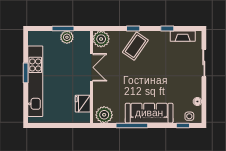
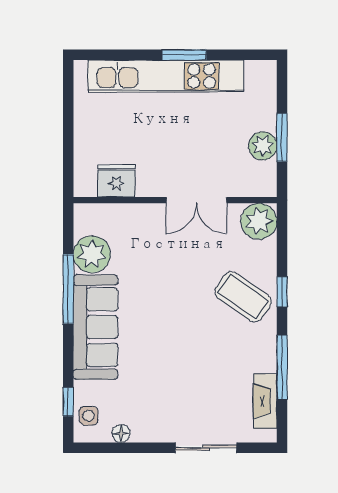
window: (167, 29) -> (282, 367), width x2.17
plant: (104, 115) -> (92, 254), moved

